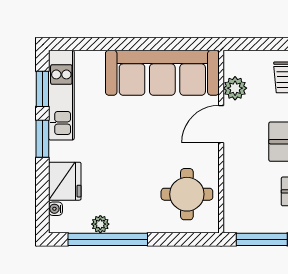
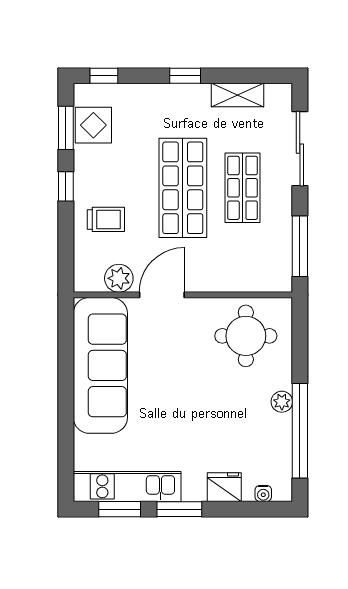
door: (221, 124) -> (162, 295), swing flipped
fridge: (65, 181) -> (224, 487), width x0.73, depth x0.75
plant: (100, 224) -> (282, 402), moved

